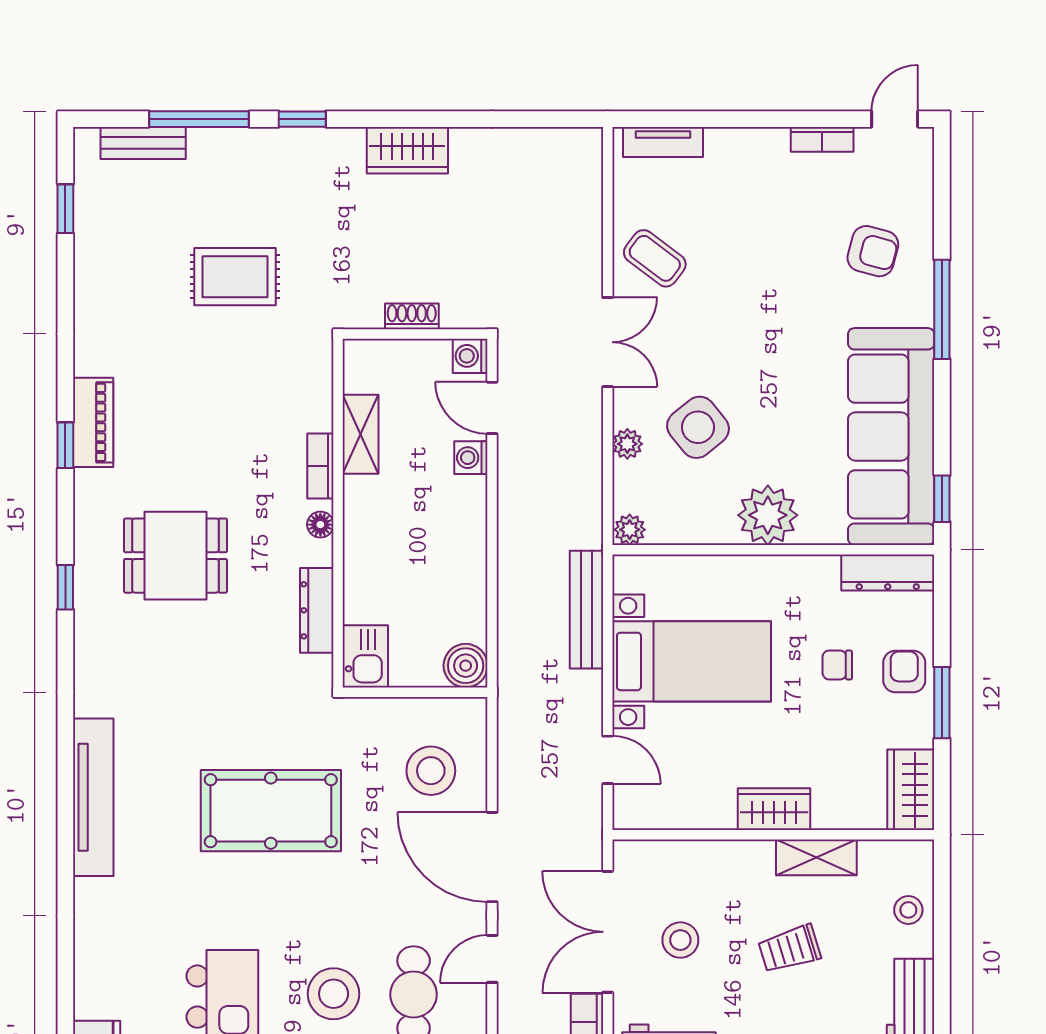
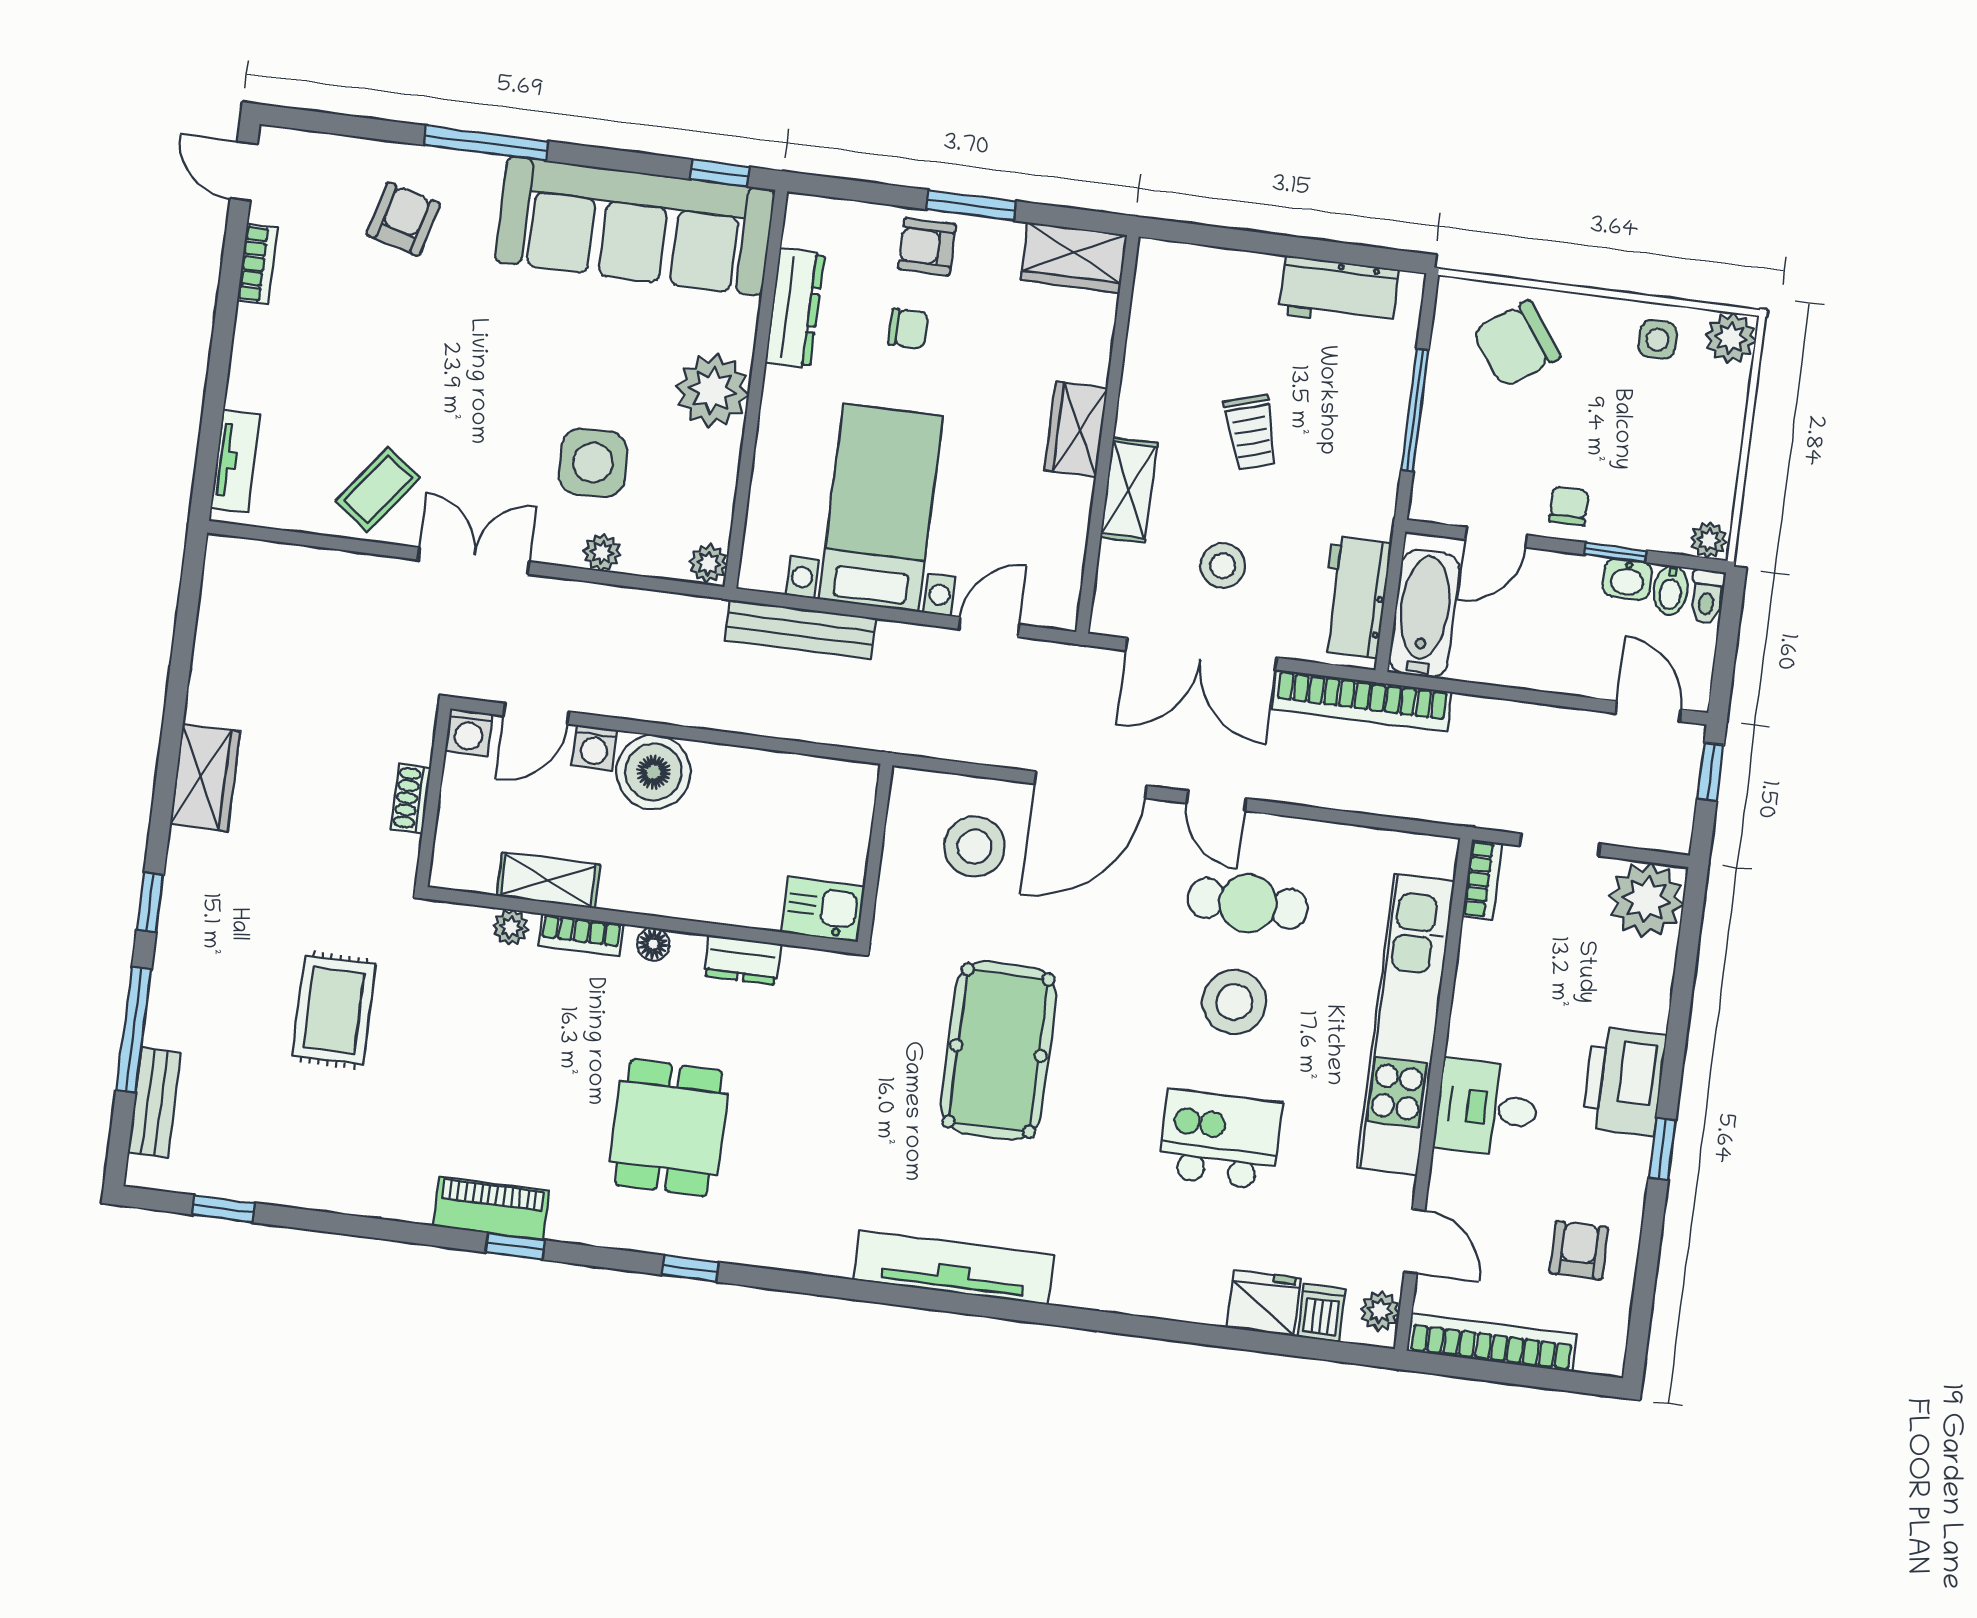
plant: (319, 409) -> (511, 927), added
side table: (698, 427) -> (593, 463), turned 37
dresser: (888, 572) -> (795, 308), moved
dresser: (317, 610) -> (743, 960), width x0.70
chair: (837, 665) -> (908, 329), turned -90
boiler: (466, 666) -> (653, 772), moved, width x1.37, depth x1.37
shelving: (816, 857) -> (1129, 490), moved
stool: (908, 910) -> (1222, 279), removed

